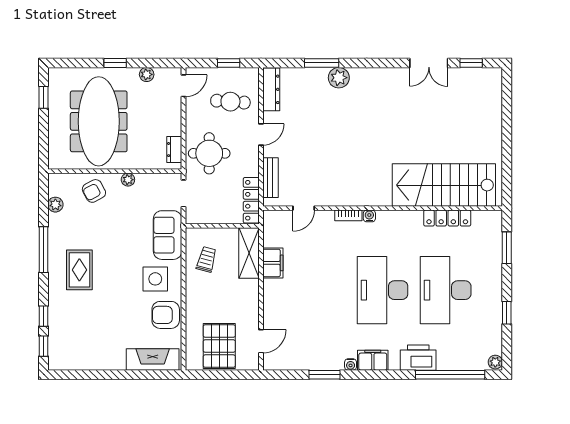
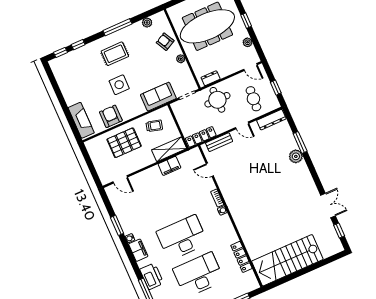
double door: (429, 63) -> (328, 206), swing flipped
stairs: (444, 185) -> (287, 260), moved, turned -90
side table: (155, 279) -> (119, 85), moved
pallet: (219, 346) -> (124, 143), moved

